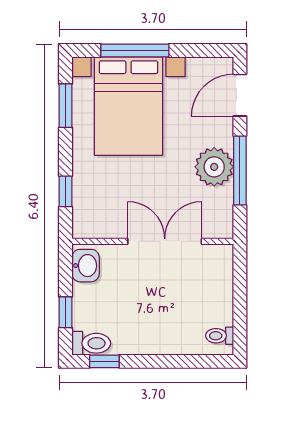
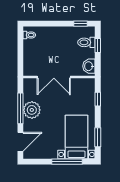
bed with nightstands: (128, 106) -> (76, 137), width x0.73
toilet: (91, 343) -> (86, 42), moved

